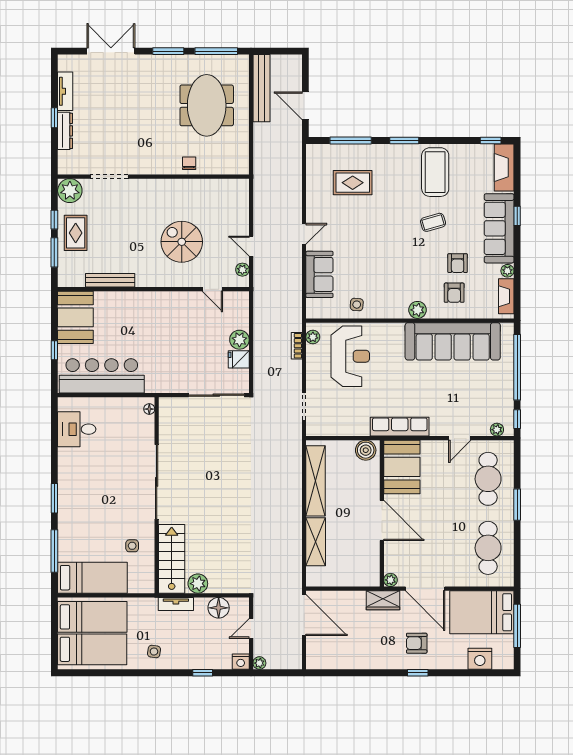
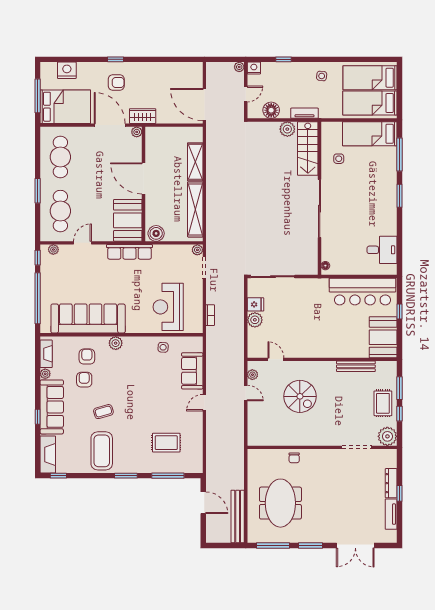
plant: (313, 337) -> (197, 250), moved

